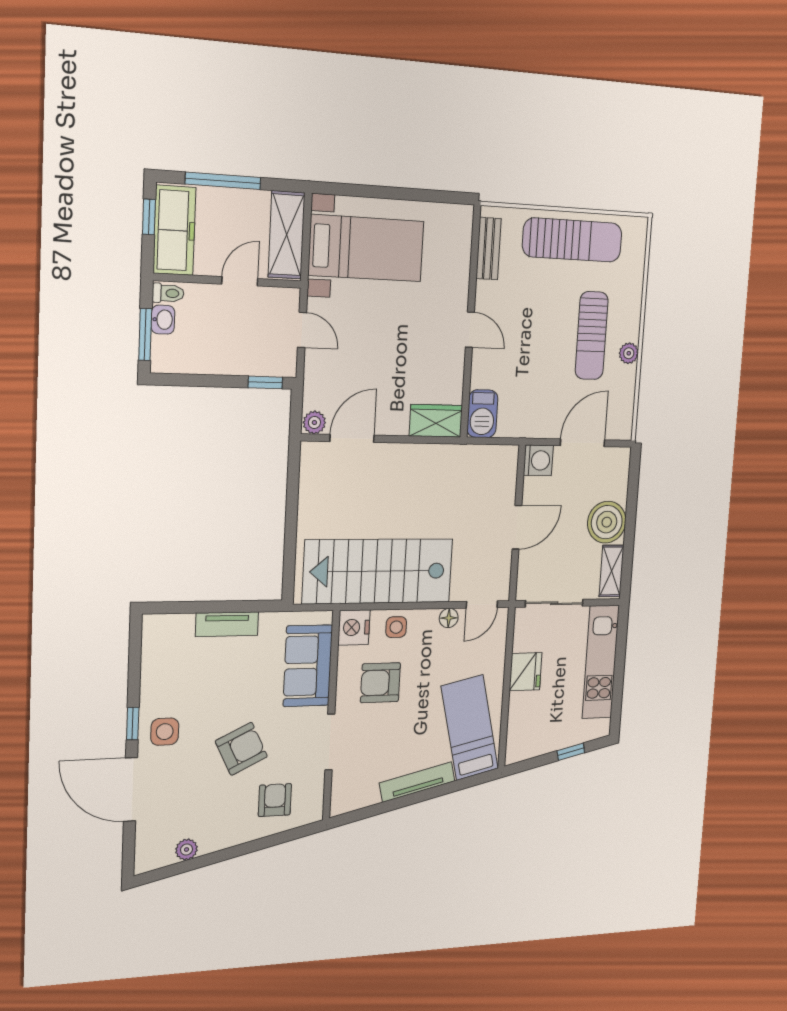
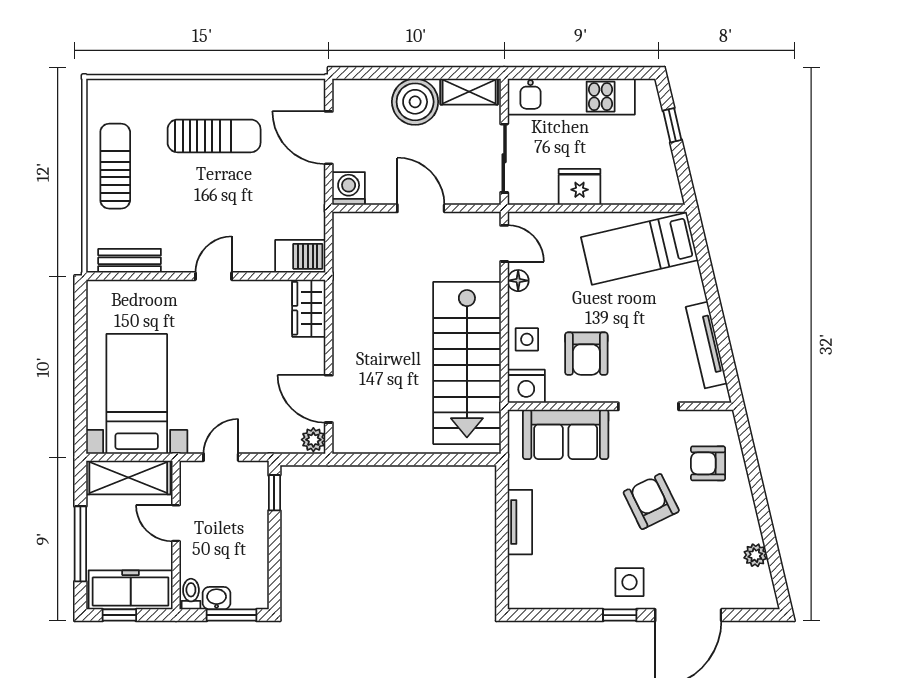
sun lounger: (572, 240) -> (115, 166), width x0.73, depth x0.75
plant: (629, 353) -> (231, 90), removed
tv unit: (417, 782) -> (706, 345), moved

